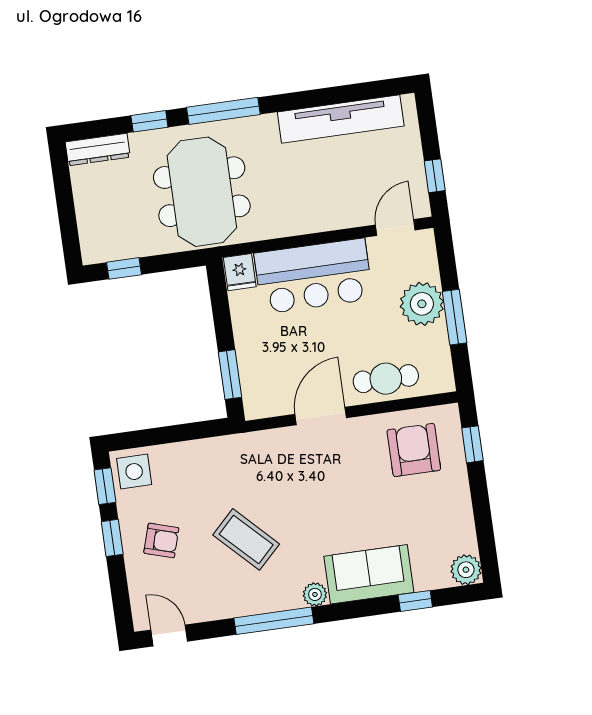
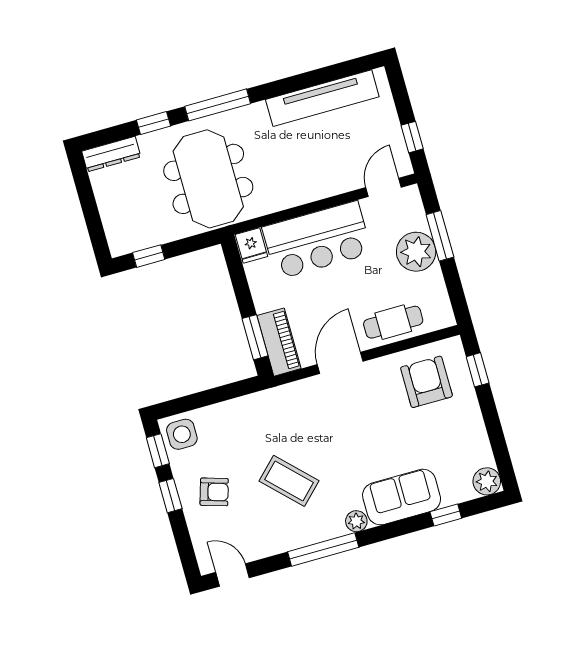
window: (455, 317) -> (440, 236), moved
piano: (256, 384) -> (279, 342), added

